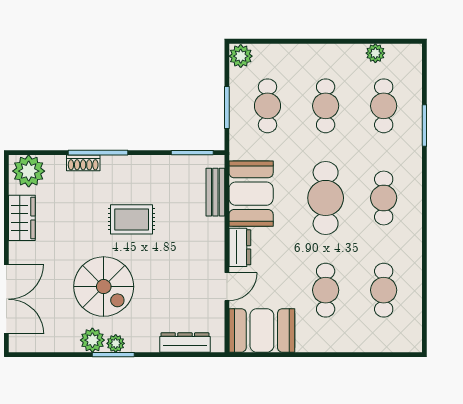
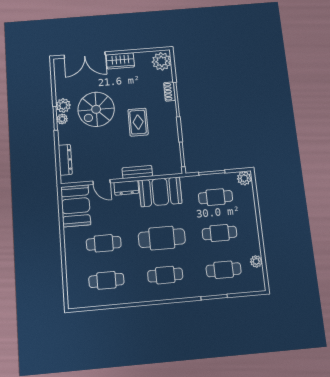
bench: (215, 192) -> (137, 172), moved
wardrobe: (22, 218) -> (120, 61), moved

